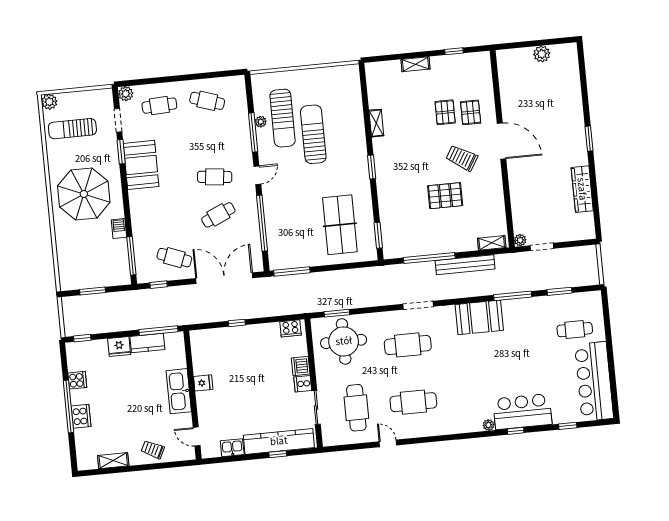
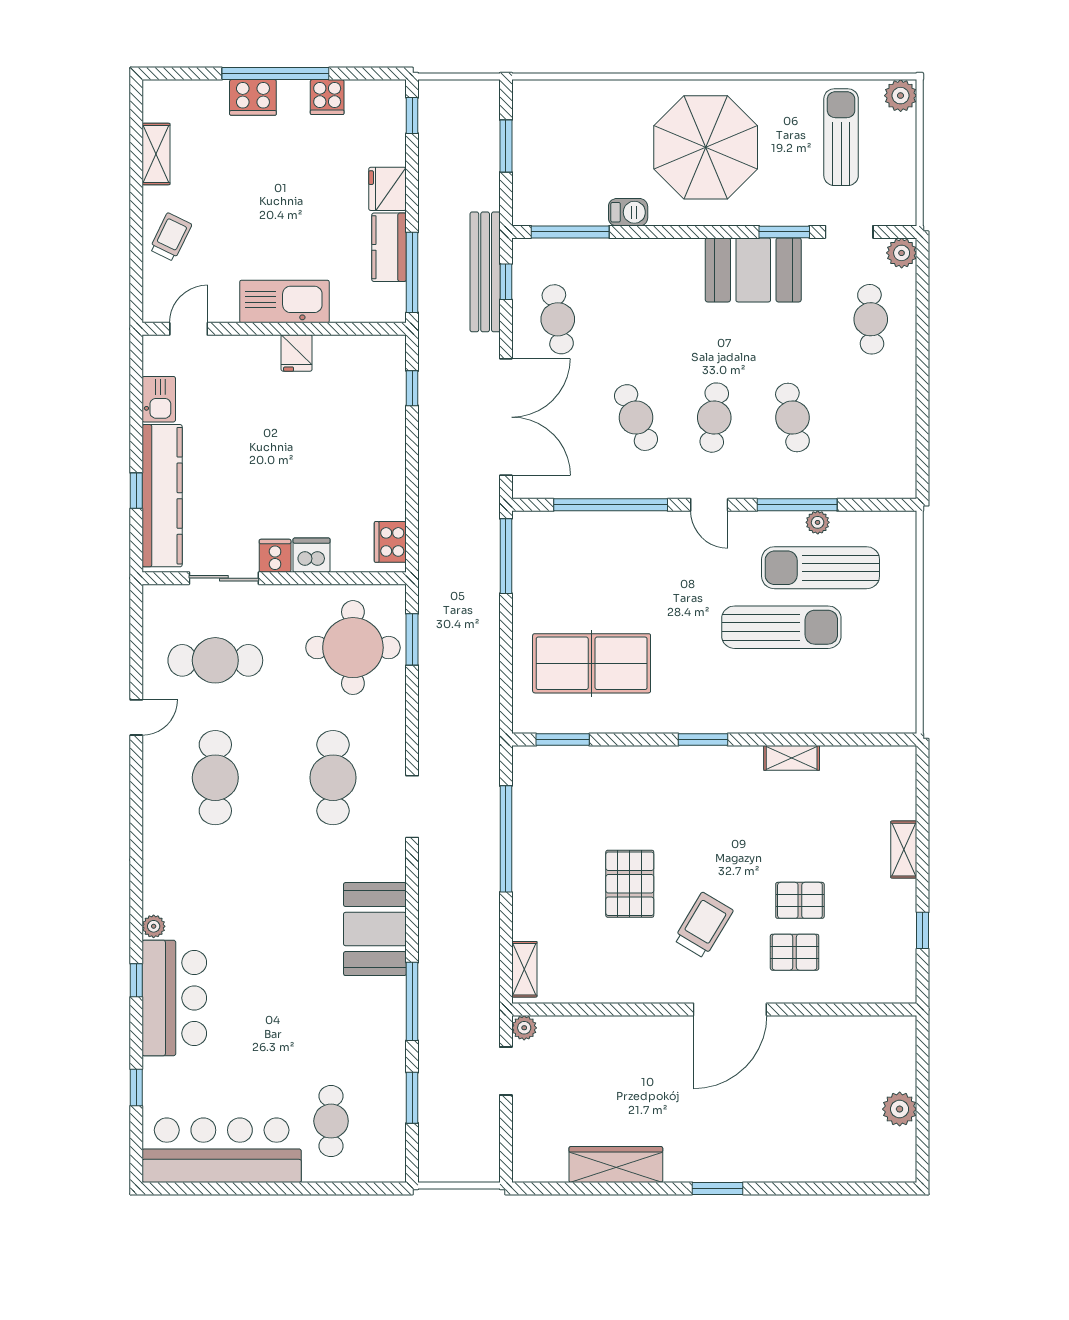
cafe table: (207, 101) -> (792, 418), moved, turned -30
cafe table: (174, 258) -> (558, 319), turned -30
bench: (465, 265) -> (485, 272), moved
window: (237, 323) -> (412, 388), moved

